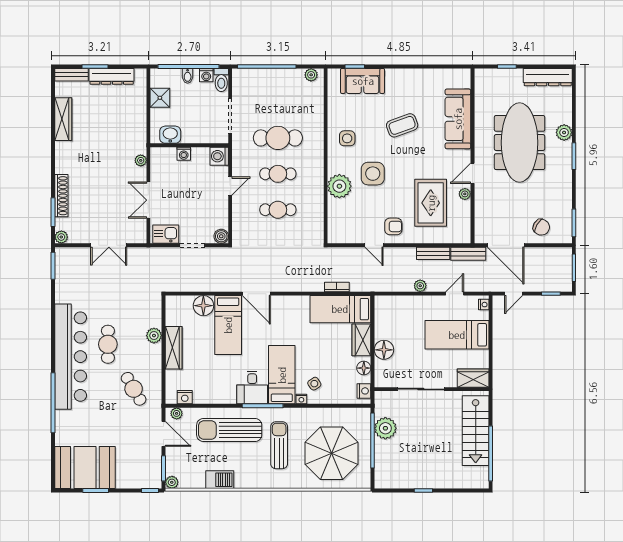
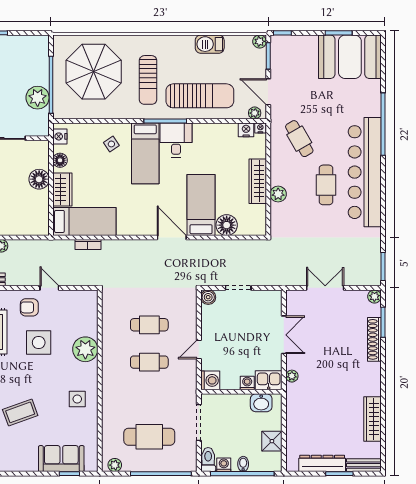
cafe table: (278, 138) -> (149, 437), moved
side table: (373, 174) -> (39, 342), moved
kitchen sink: (166, 234) -> (269, 380), moved, turned 180
nightstand: (301, 399) -> (260, 128), moved

